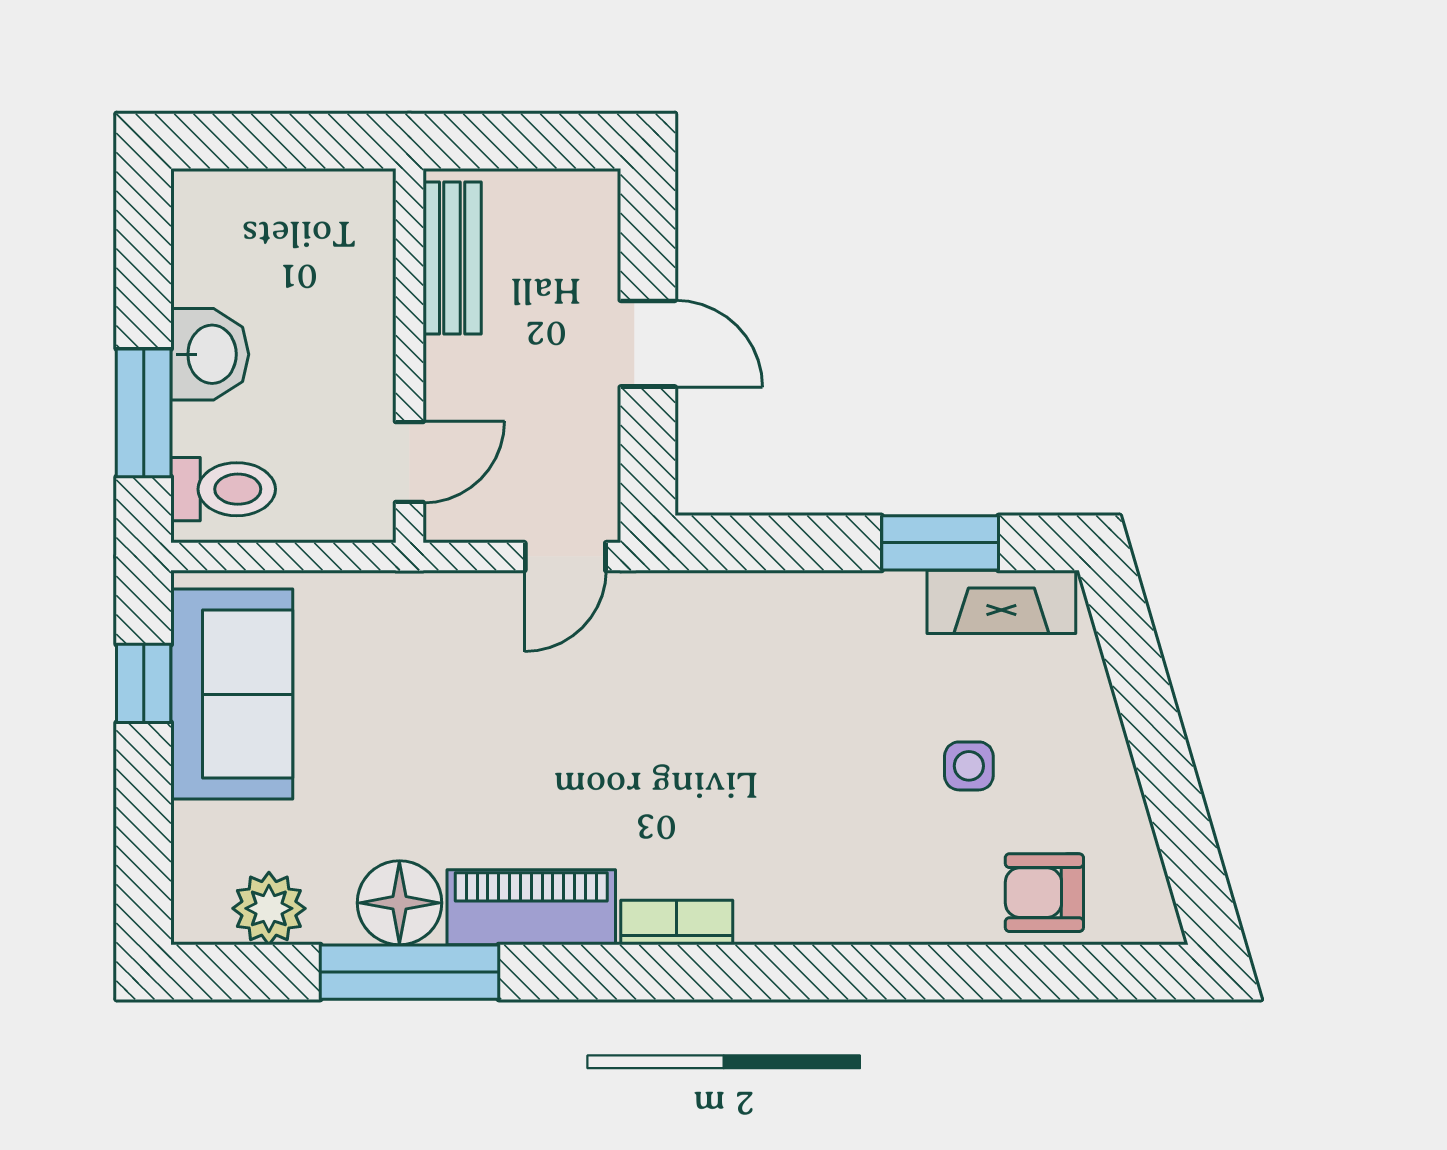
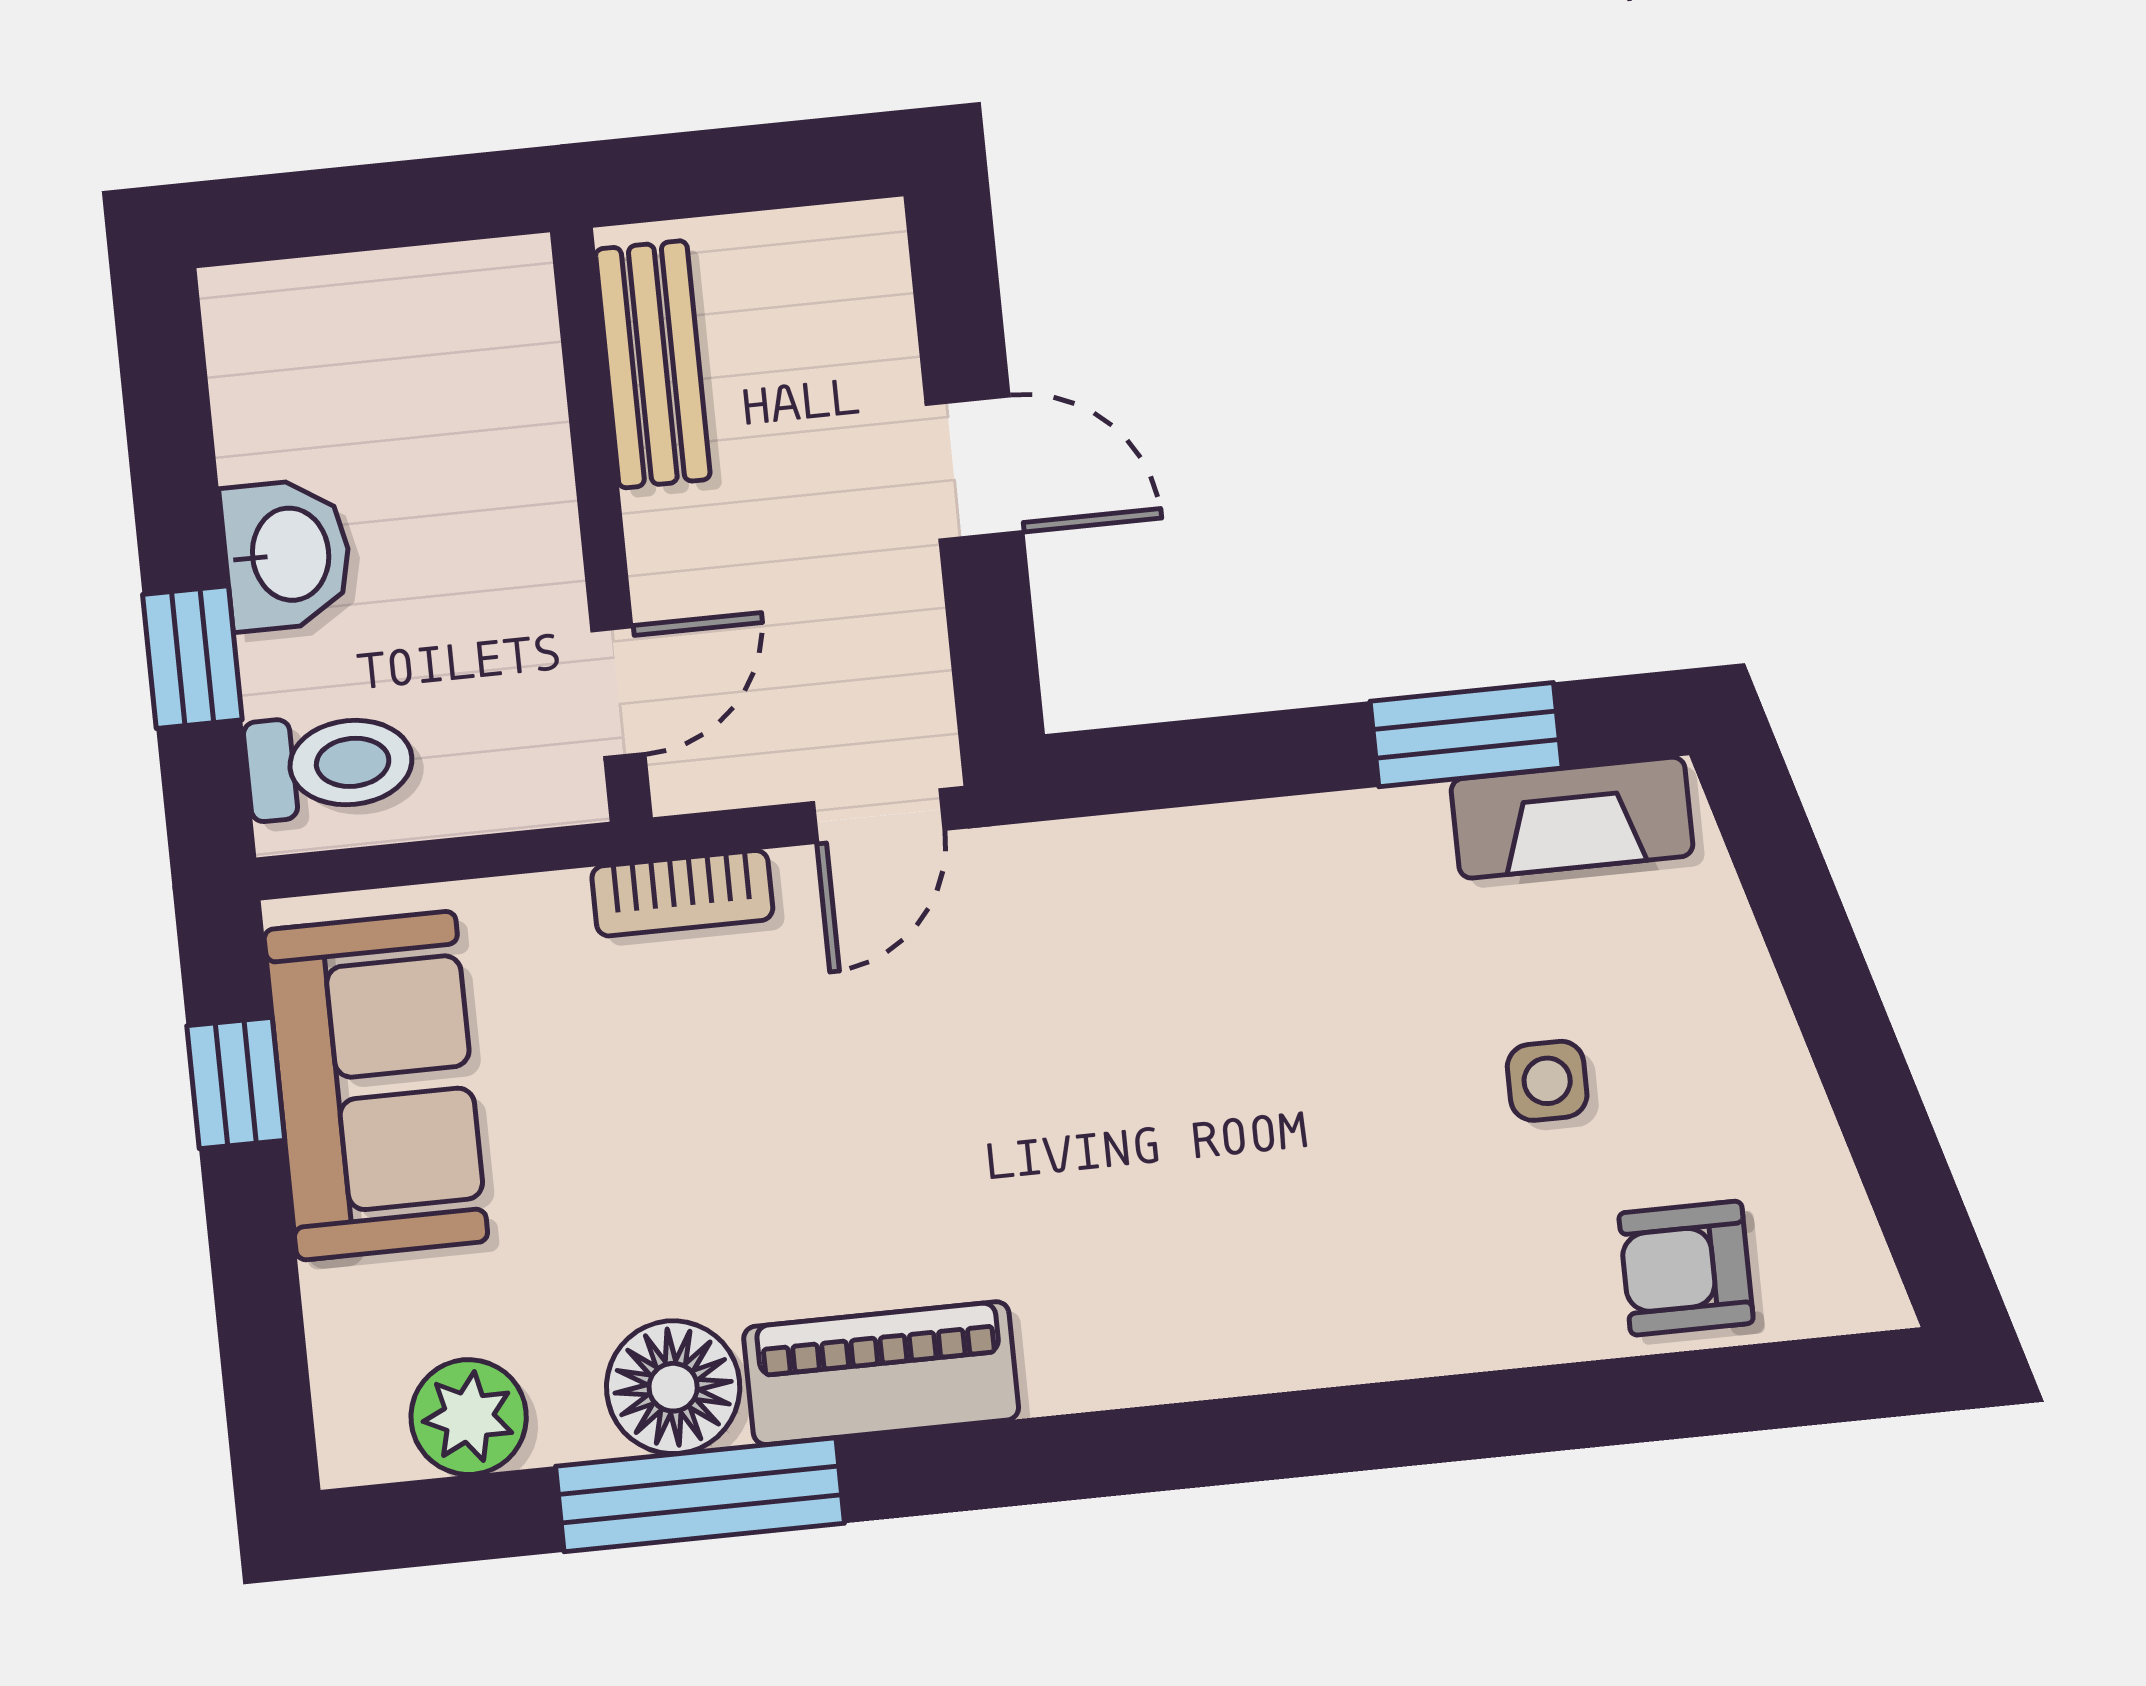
window: (144, 413) -> (192, 657), width x0.67
bookcase: (677, 923) -> (682, 893), moved, turned 180

